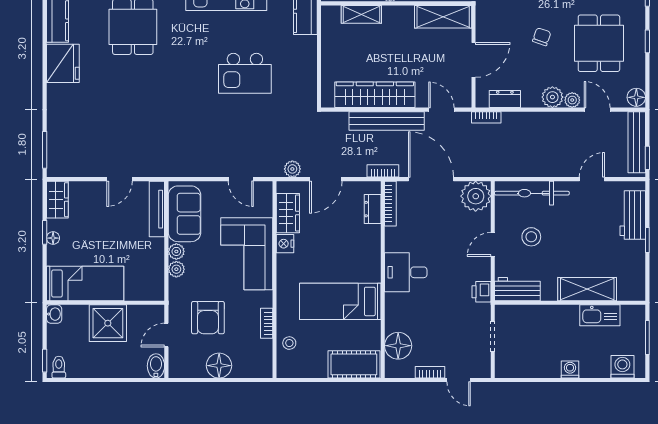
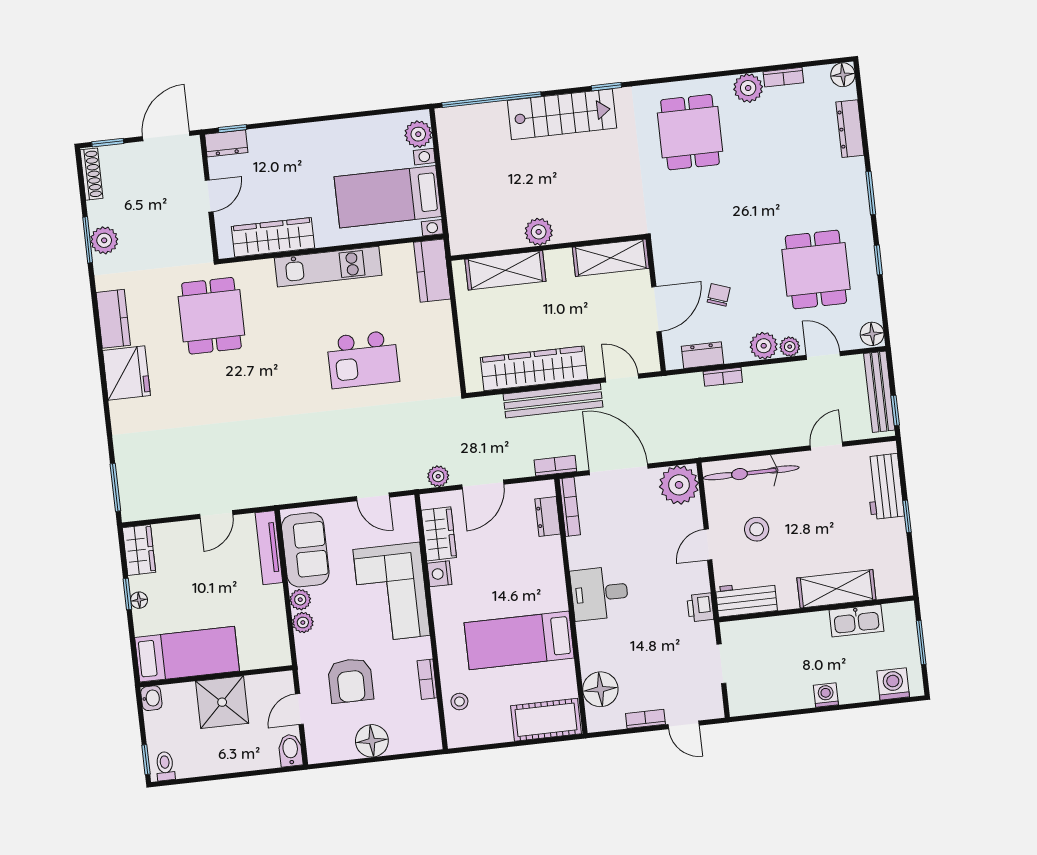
shelving: (361, 14) -> (505, 270), width x1.50, depth x1.33
chair: (542, 37) -> (719, 295), moved
bookcase: (486, 117) -> (723, 377), moved

